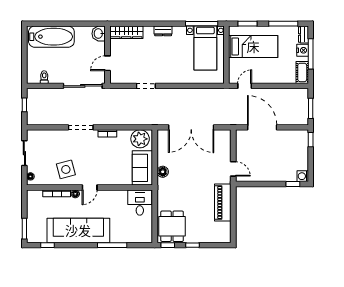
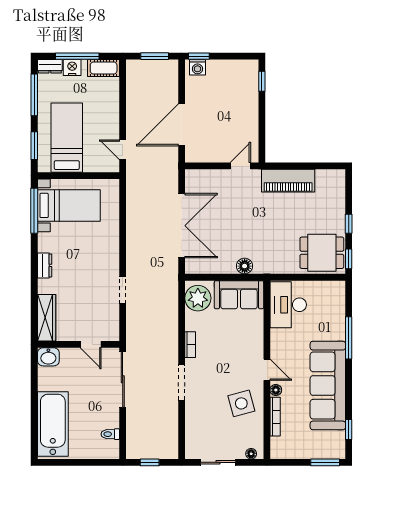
washing machine: (303, 176) -> (198, 67), moved
desk: (140, 203) -> (288, 305), width x1.37

